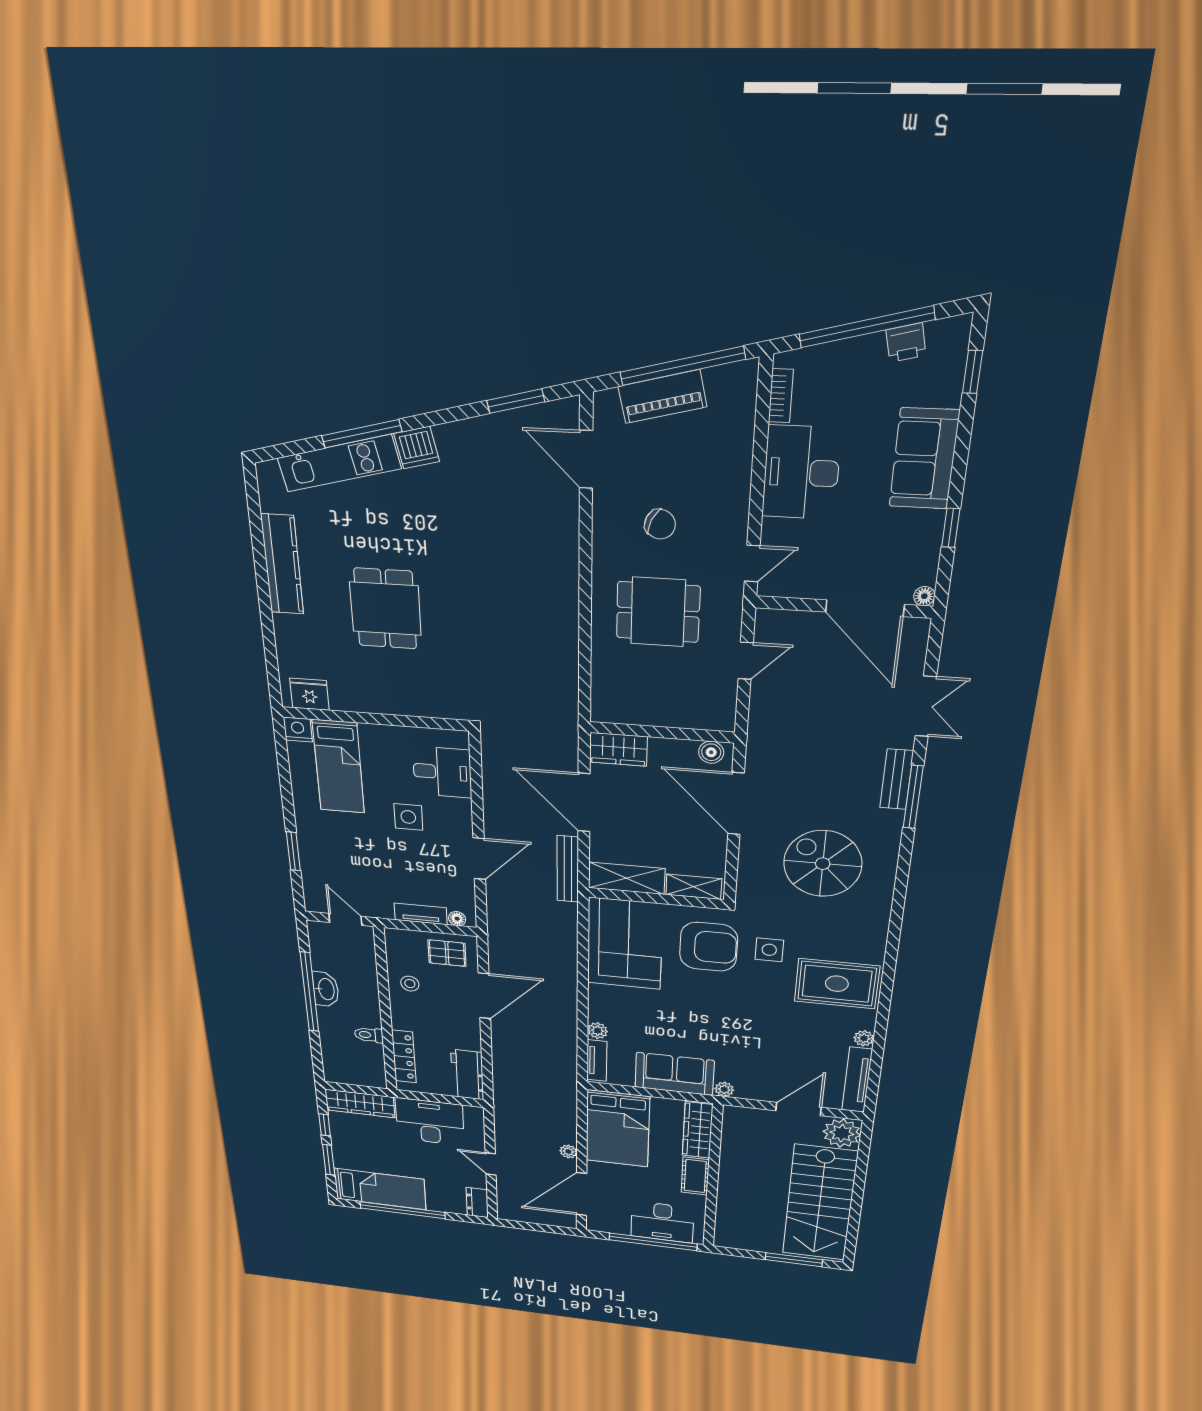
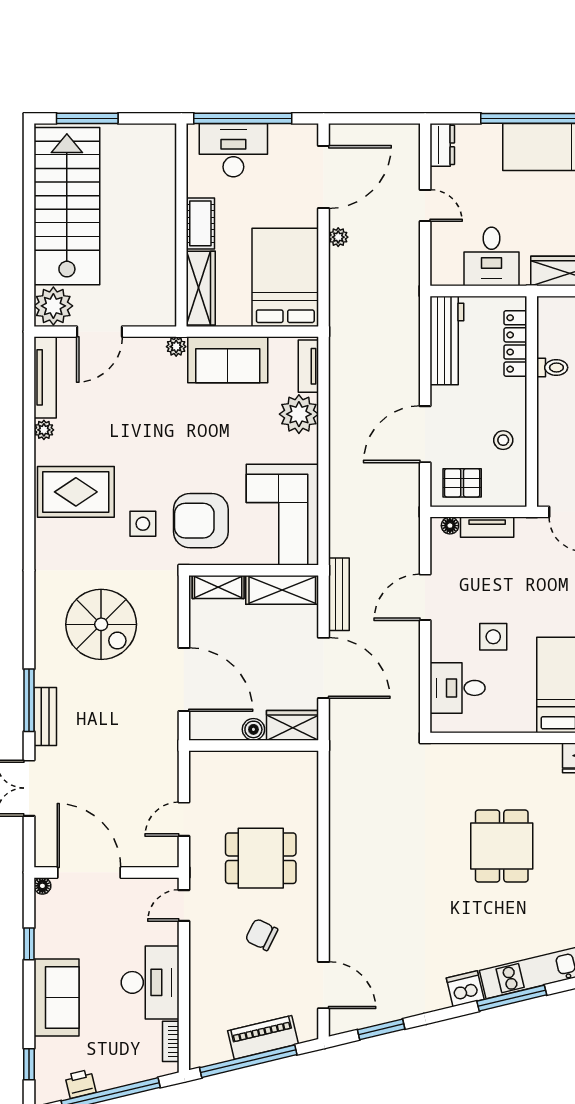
boiler: (711, 752) -> (253, 729), moved
plant: (598, 1031) -> (299, 414), width x1.87, depth x1.87
workbench: (467, 1075) -> (447, 340), width x1.38
desk: (430, 1122) -> (492, 256), width x0.73

